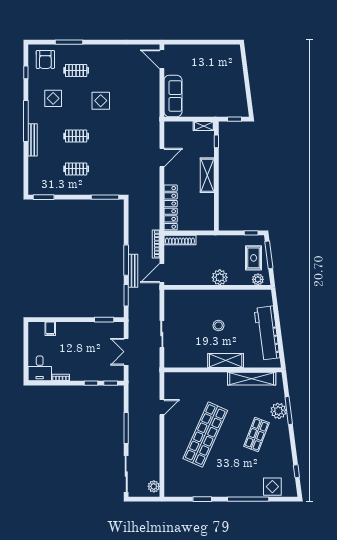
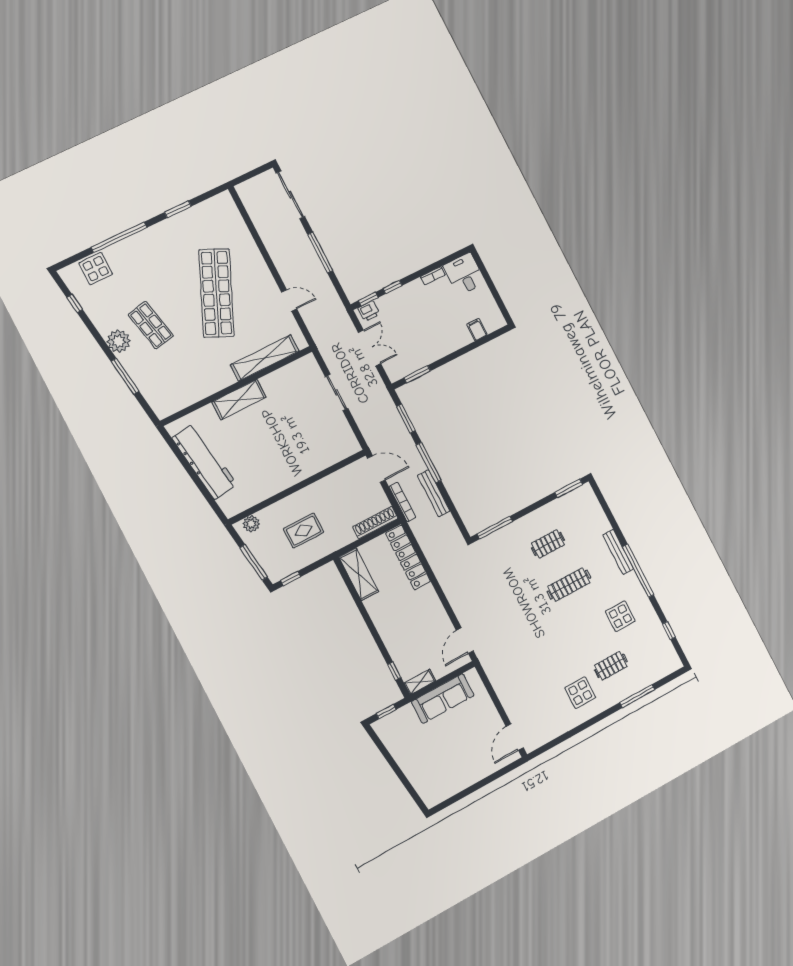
armchair: (45, 59) -> (654, 659), removed
door: (162, 59) -> (515, 737), swing flipped
sofa: (173, 96) -> (443, 698), moved, turned -90
display table: (101, 101) -> (580, 693), moved
clothes rail: (76, 136) -> (569, 585), width x1.36
door: (162, 158) -> (465, 641), moved
shelving: (207, 175) -> (359, 574), moved
rug: (254, 258) -> (304, 531), moved, turned 90
bench: (133, 271) -> (434, 493), moved
door: (162, 273) -> (376, 469), hinge flipped
plant: (220, 277) -> (301, 501), removed
stool: (219, 326) -> (271, 439), removed
printer: (114, 375) -> (369, 311), added
shelving: (252, 379) -> (265, 358), moved
door: (162, 407) -> (289, 301), swing flipped
plant: (278, 411) -> (119, 341), moved
shop shelf: (257, 434) -> (151, 325), turned -33
plant: (154, 486) -> (248, 196), removed

